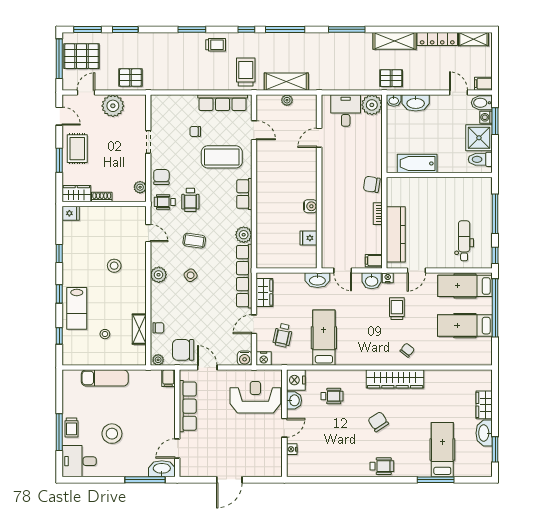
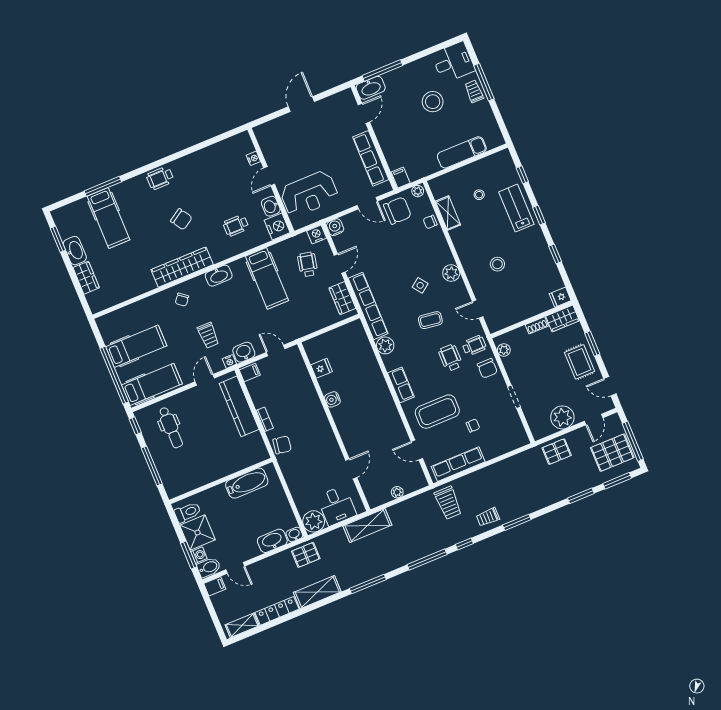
shelving: (286, 82) -> (367, 526), moved
washbasin: (317, 280) -> (219, 276), moved, turned 180

